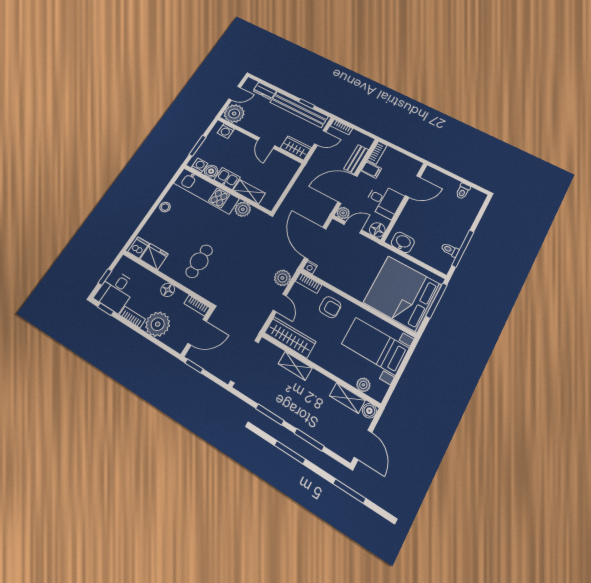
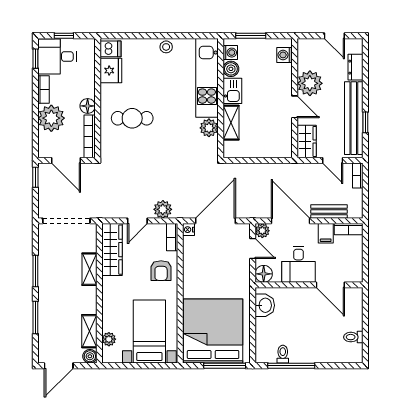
plant: (234, 114) -> (310, 83), moved
door: (266, 143) -> (295, 107), swing flipped
bookcase: (197, 306) -> (90, 136), width x1.56

